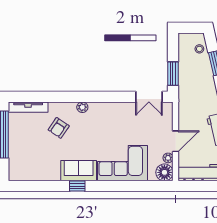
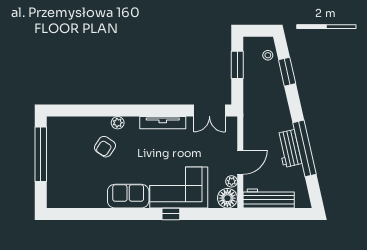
window: (173, 74) -> (237, 65), moved
tv unit: (28, 107) -> (163, 123), moved
plant: (82, 107) -> (118, 123), moved
window: (77, 186) -> (171, 214), moved

